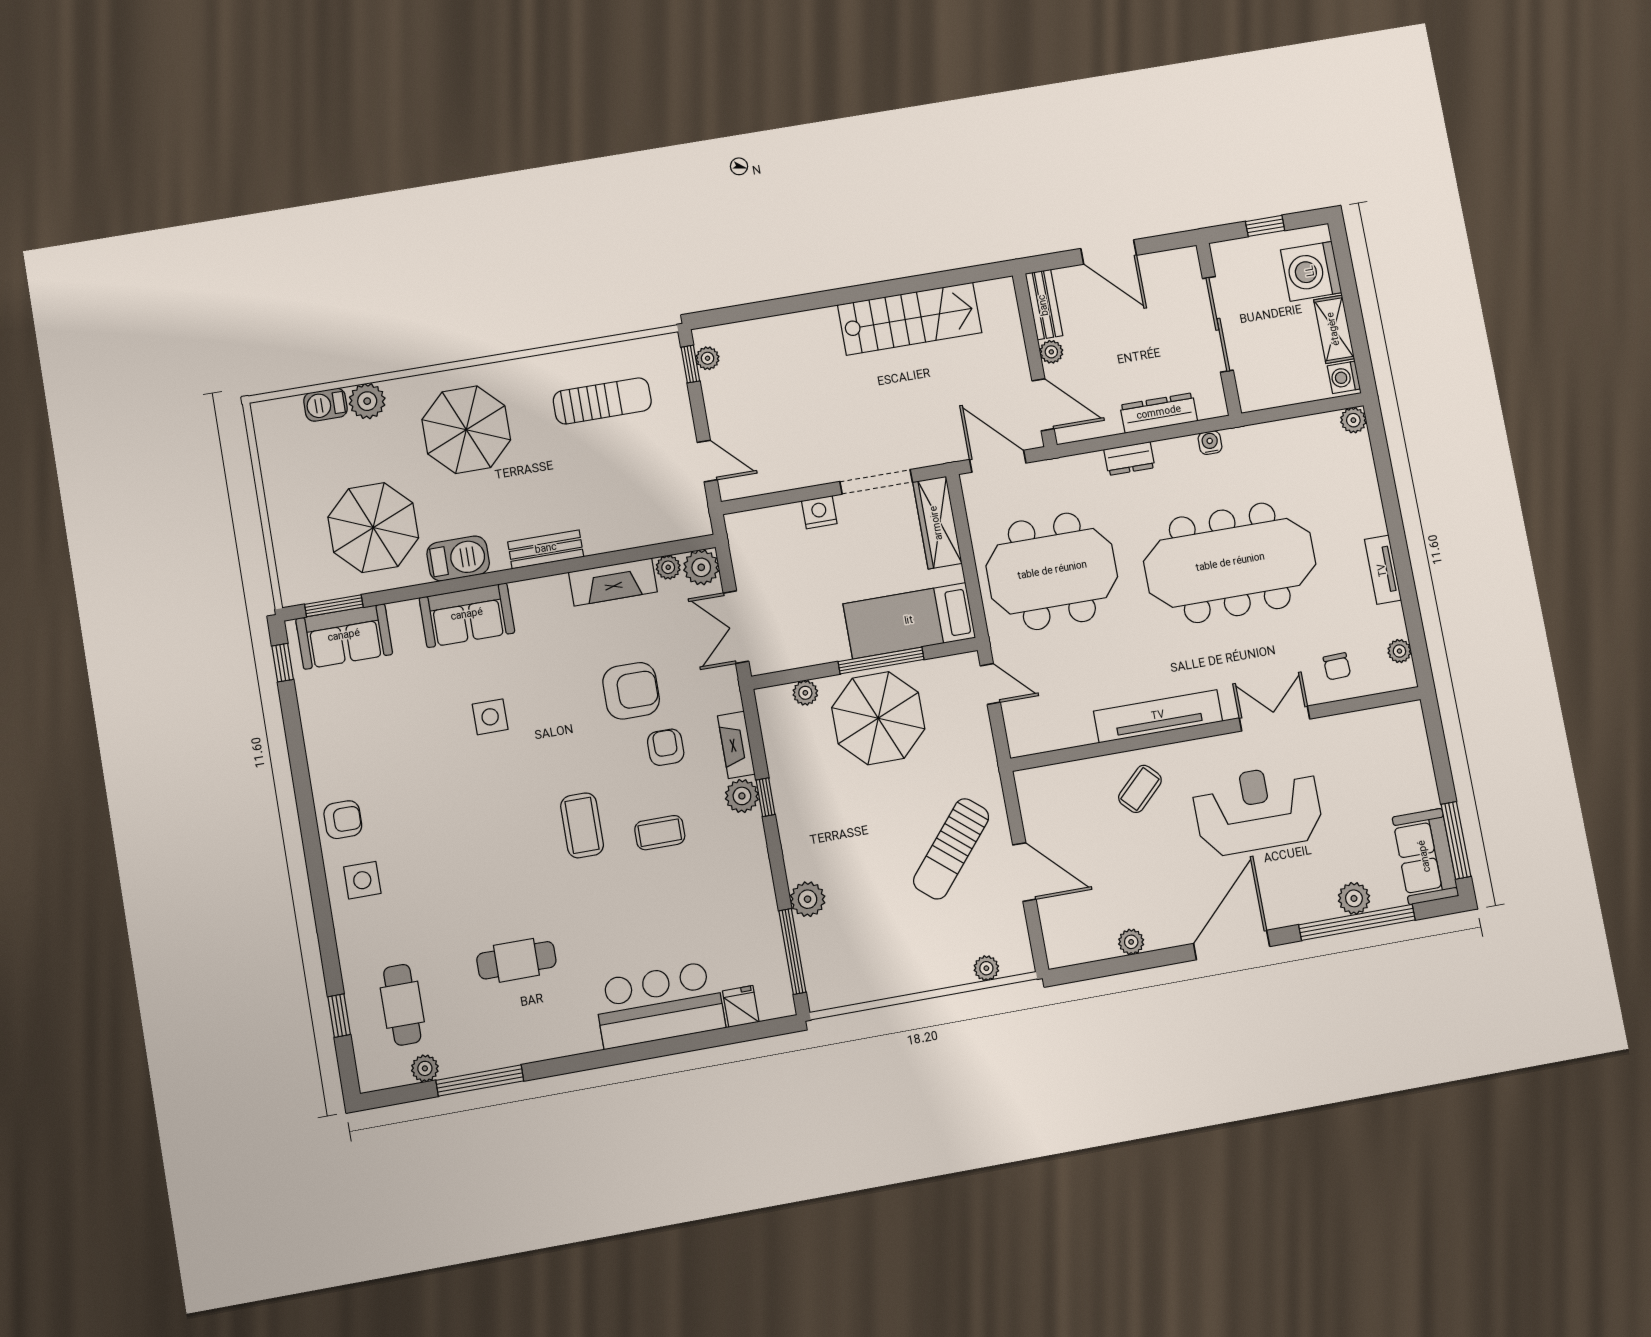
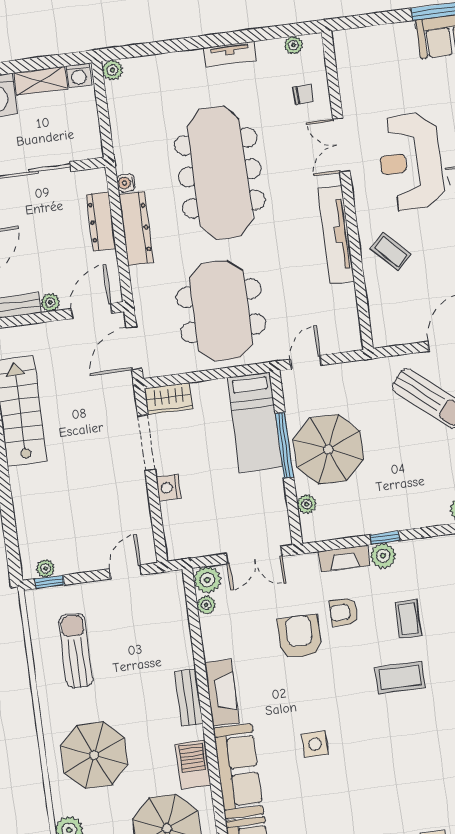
dresser: (1129, 459) -> (136, 228), width x1.96, depth x1.24
wardrobe: (937, 523) -> (169, 399), width x0.67
fireplace: (613, 582) -> (222, 693), moved
sofa: (467, 615) -> (238, 771), width x1.36

